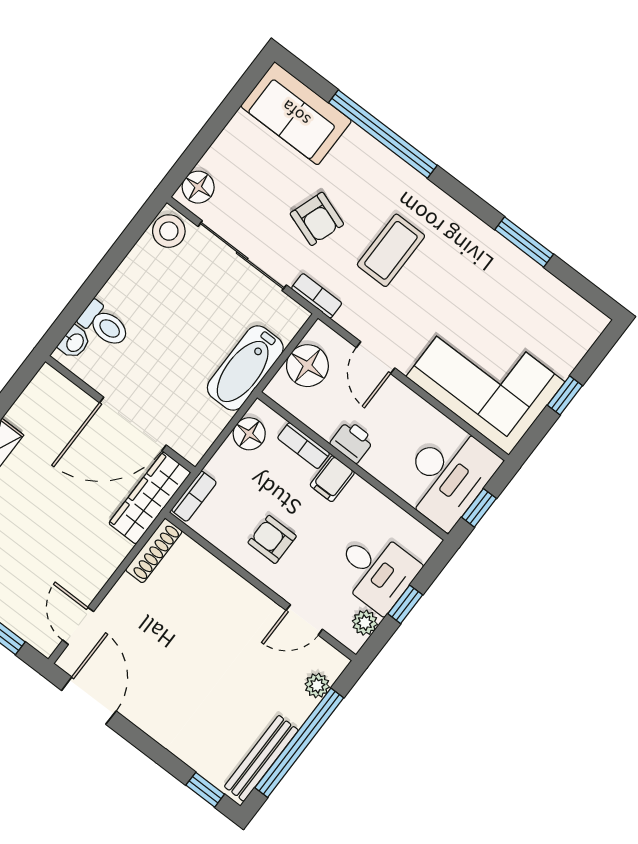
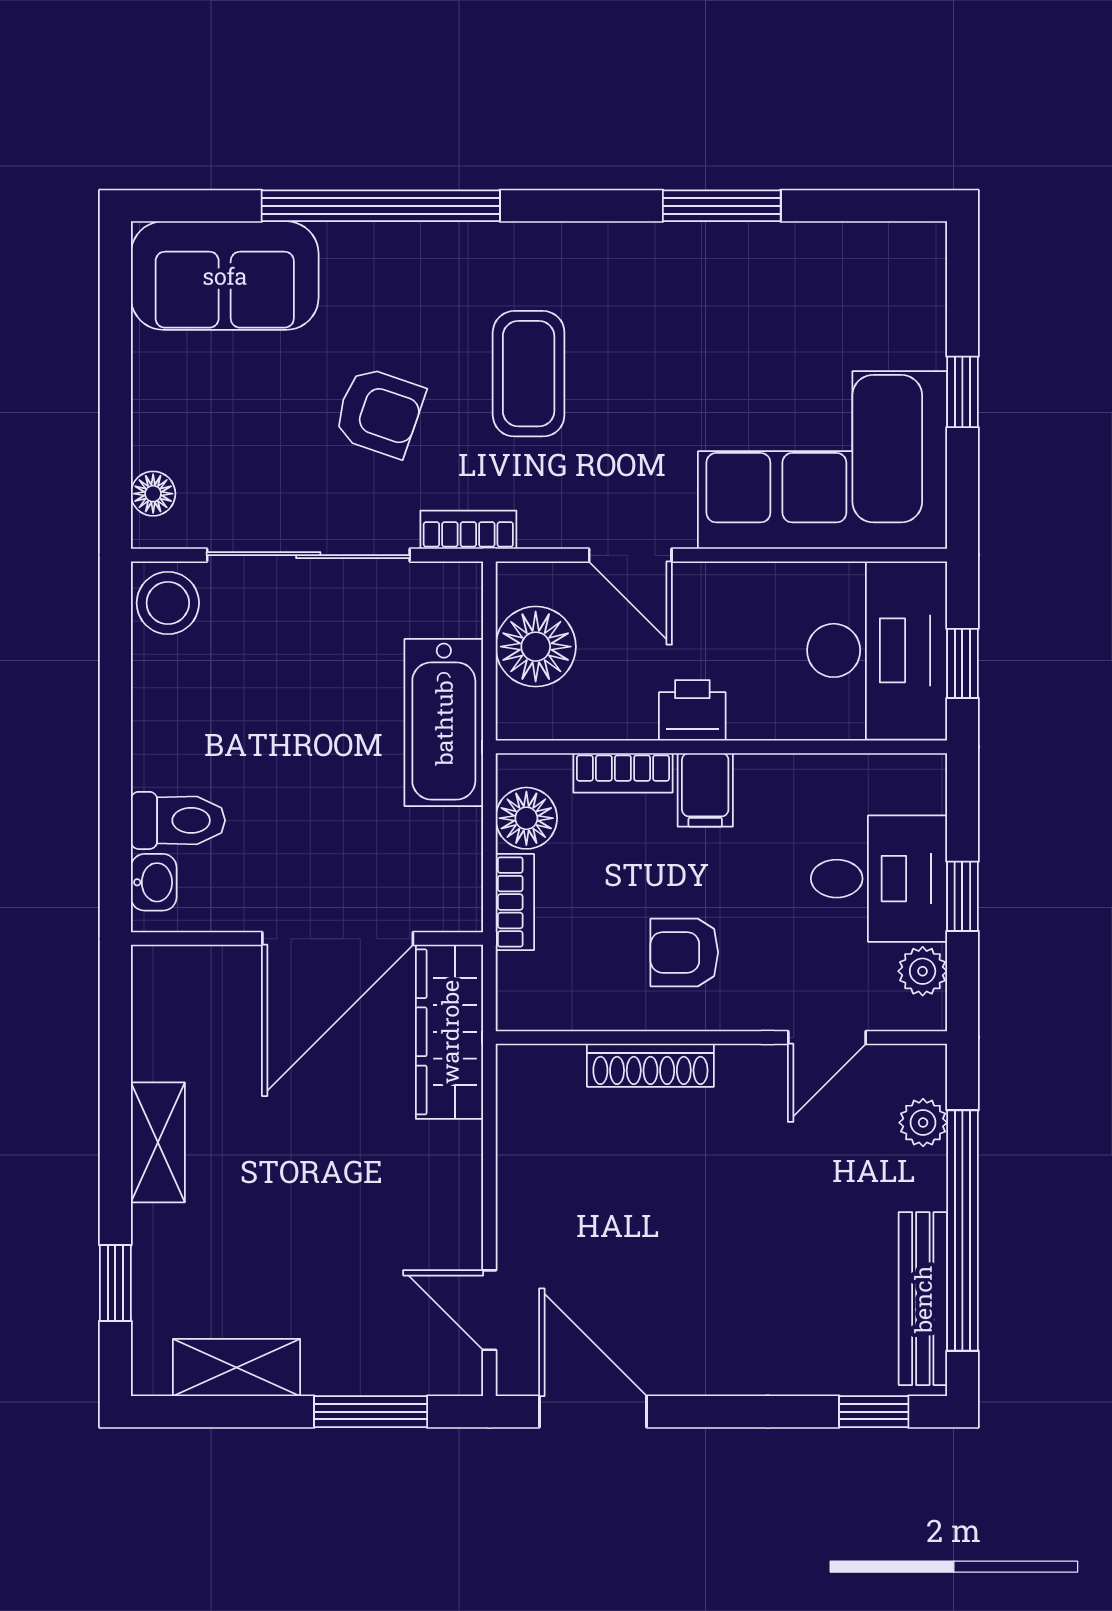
floor lamp: (198, 187) -> (153, 494), width x0.73, depth x0.73
bookcase: (194, 496) -> (515, 902), moved
shoe rack: (154, 551) -> (650, 1065), moved, turned 90

